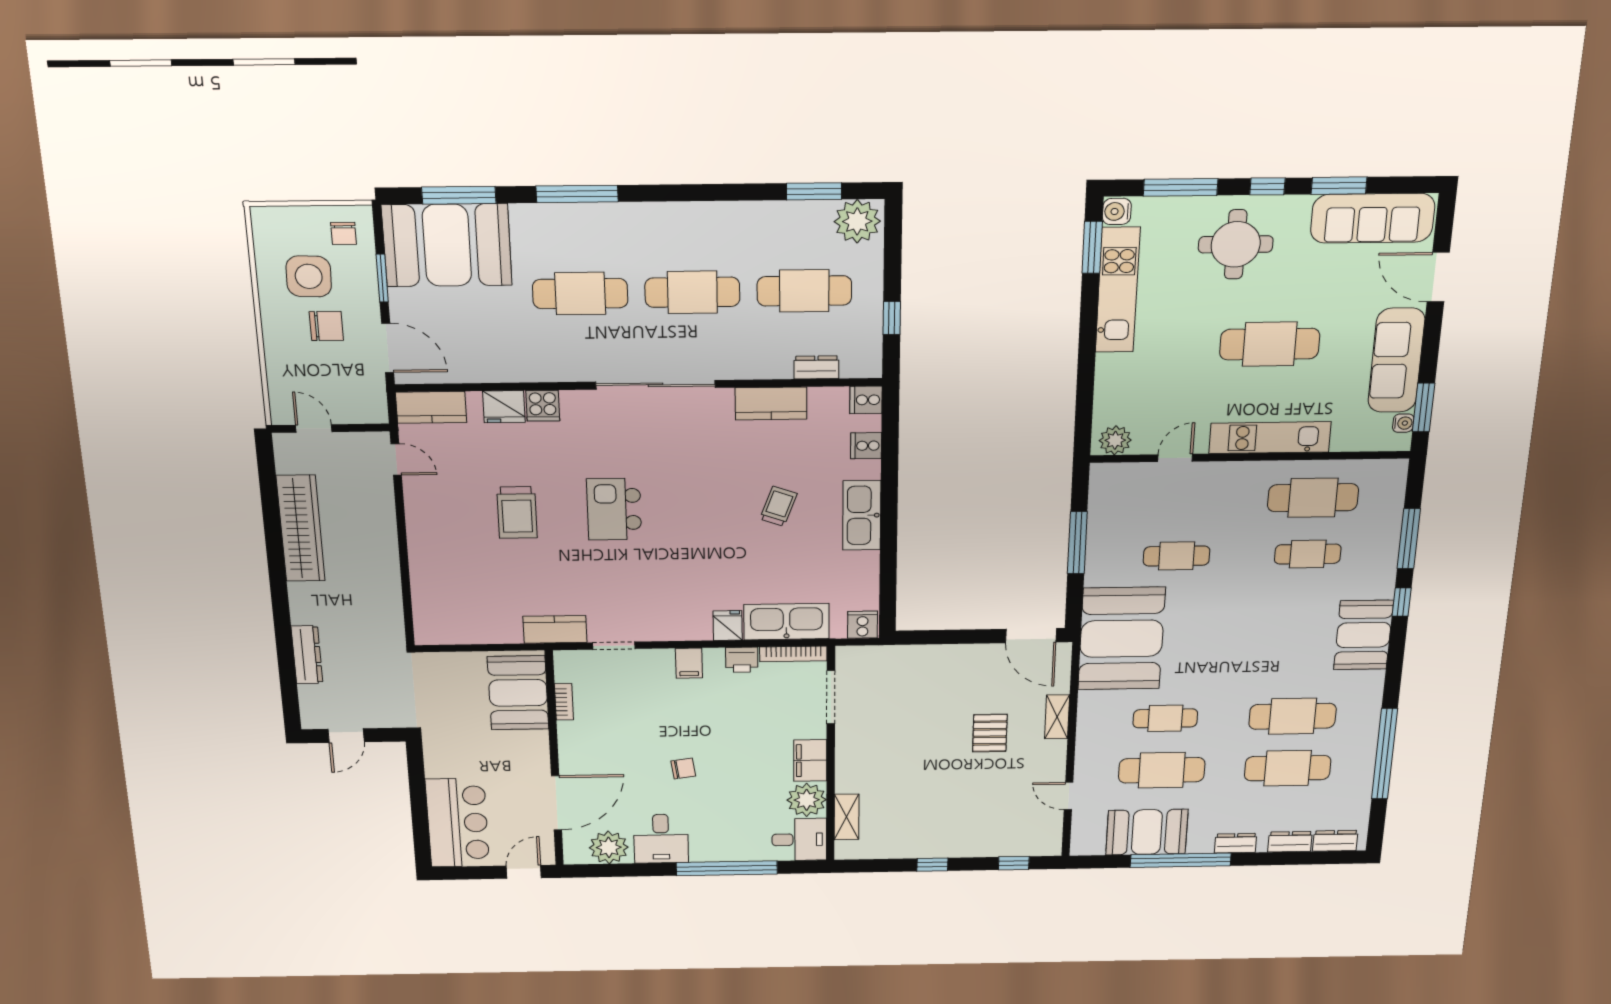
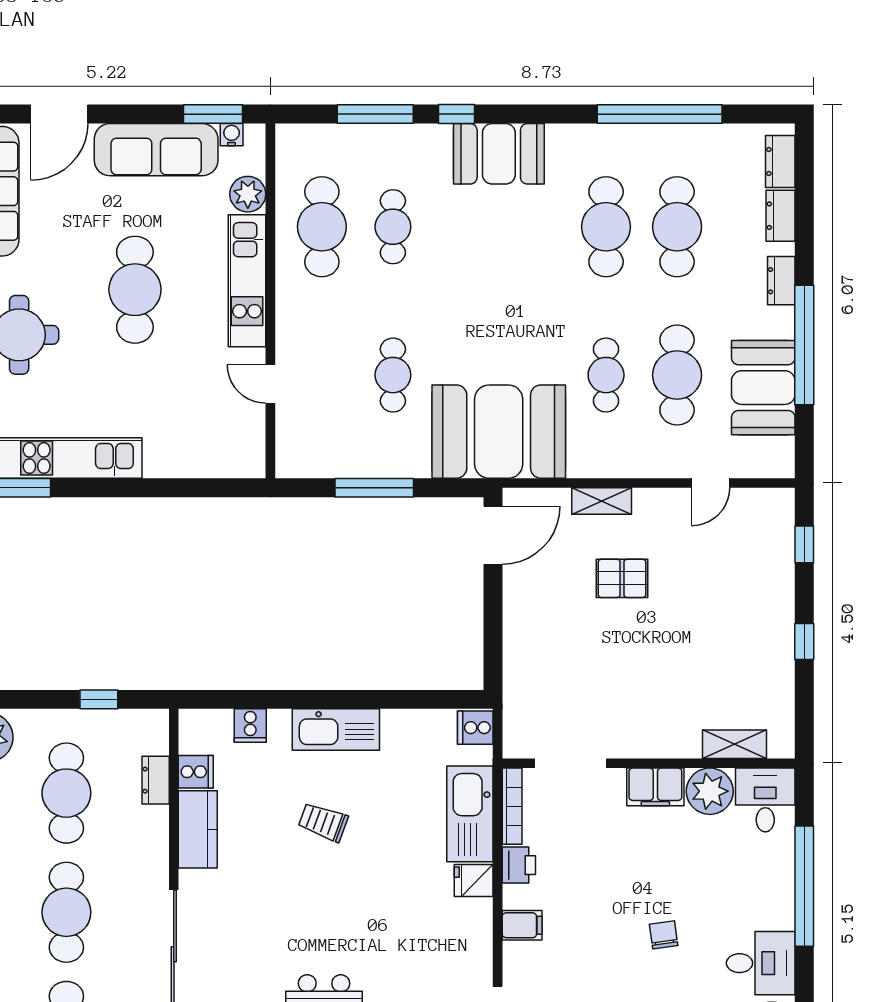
cooker: (866, 400) -> (196, 772), moved, turned -90
plant: (1115, 440) -> (248, 194), moved

